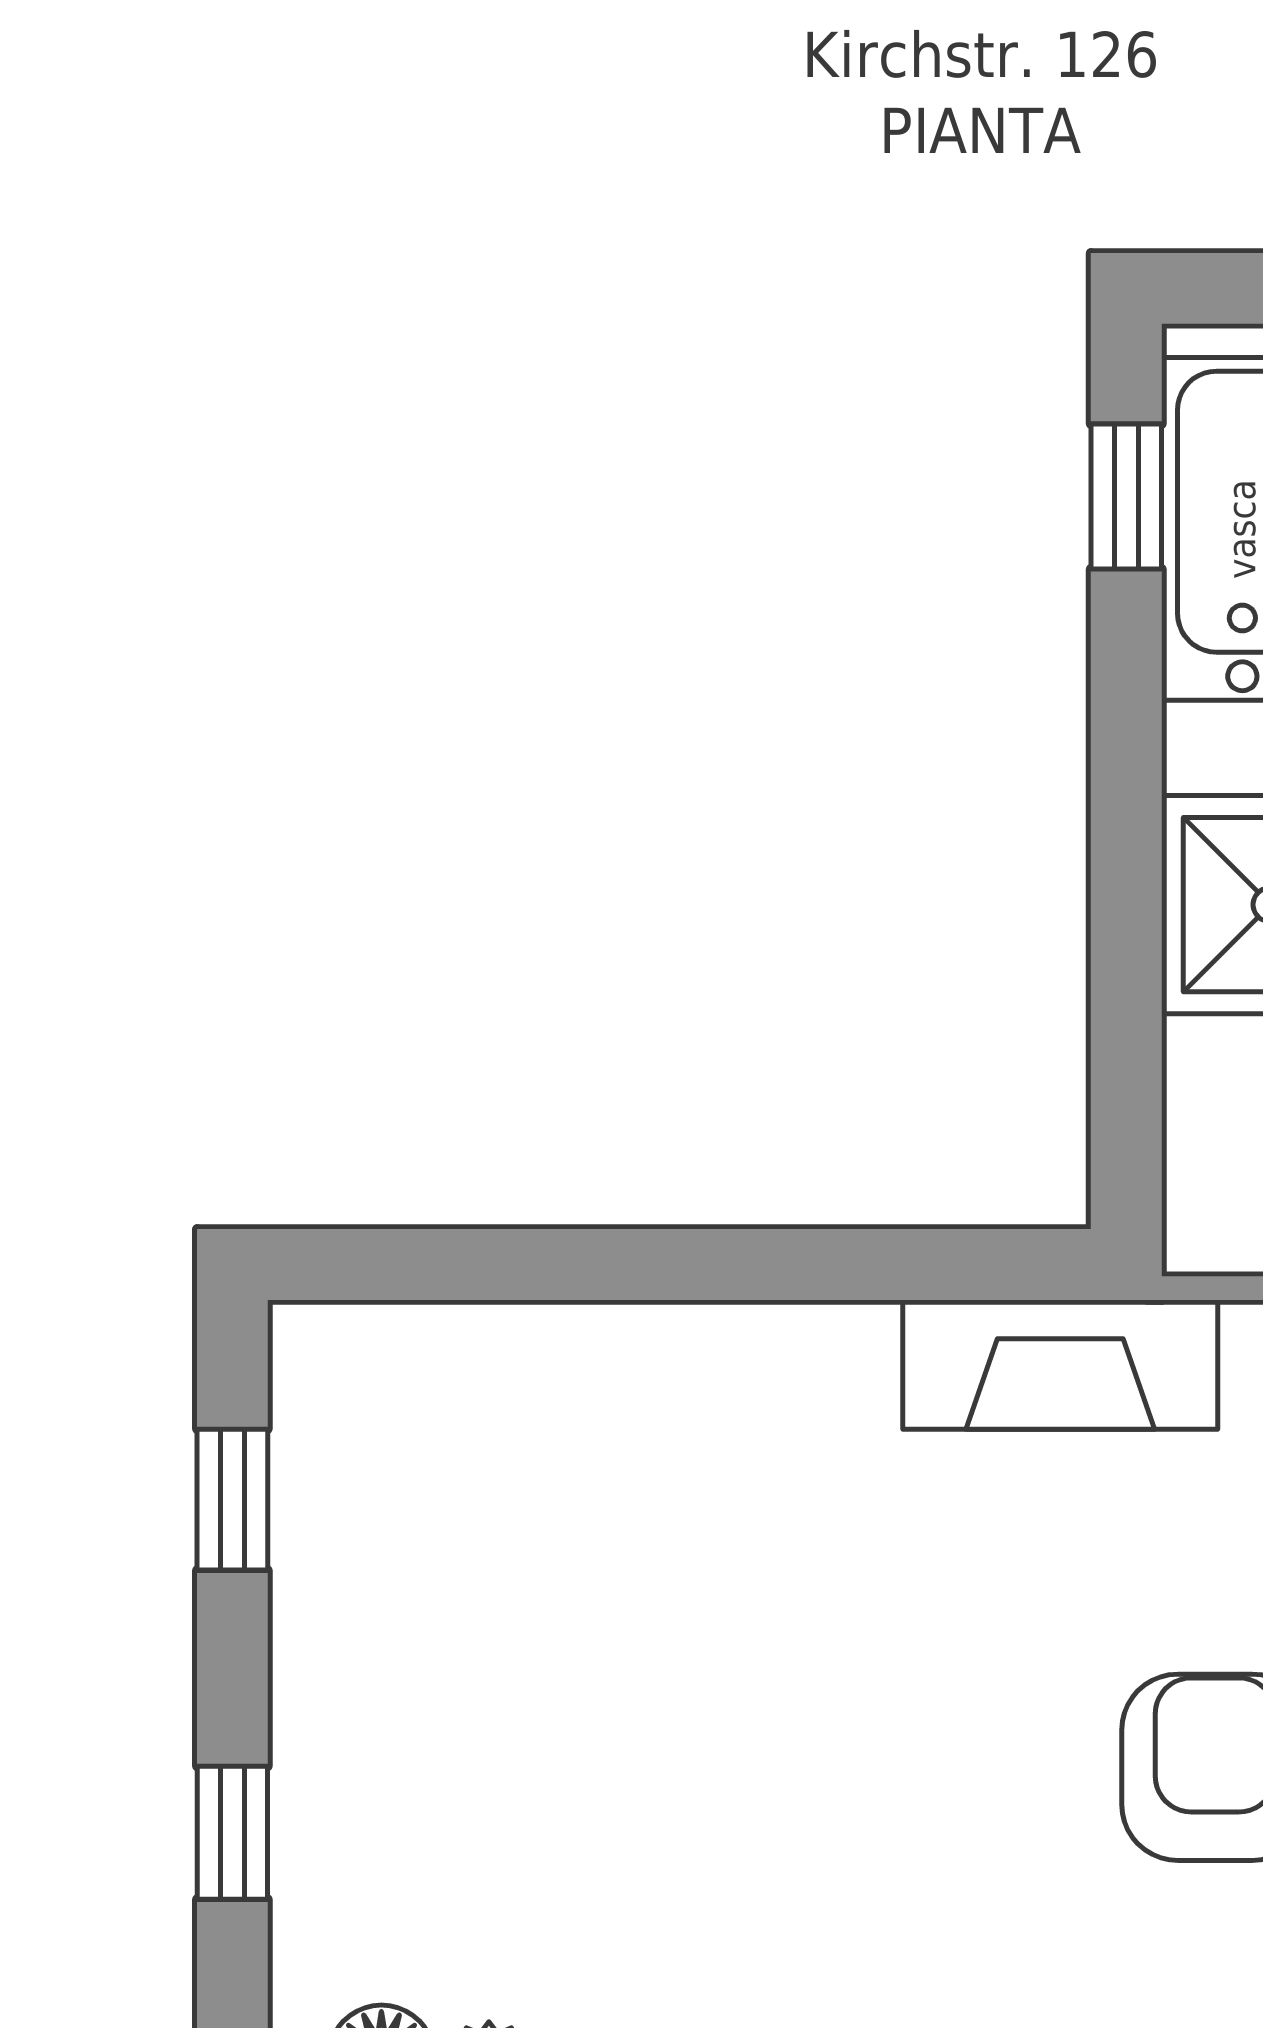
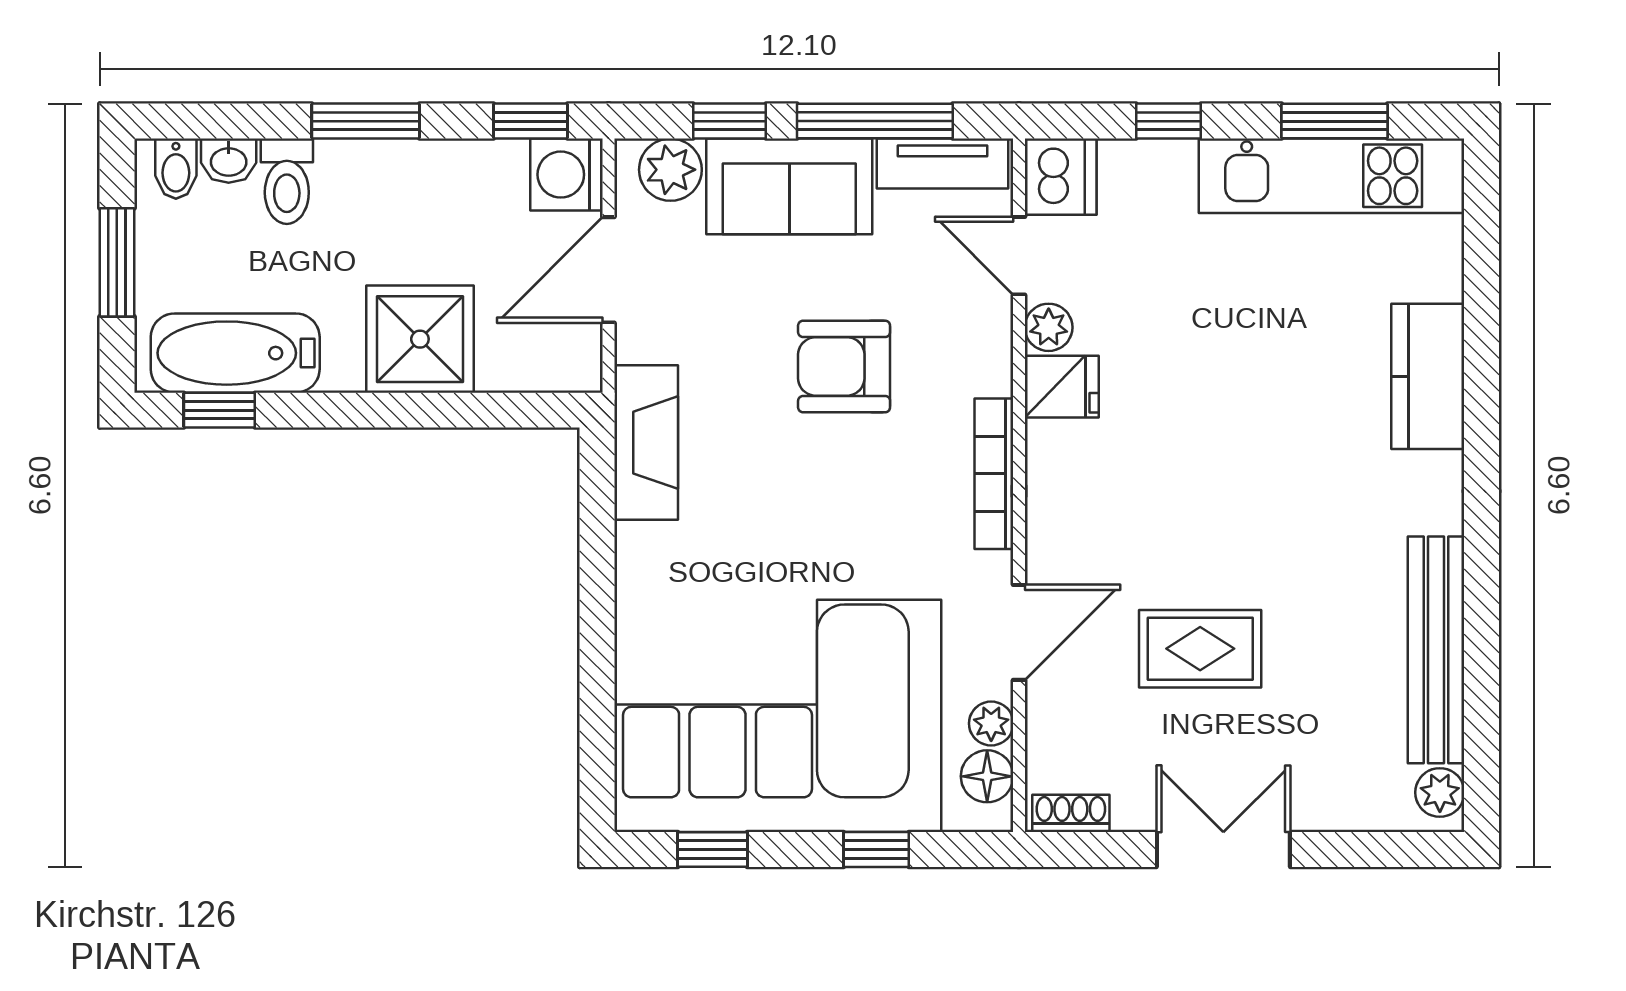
corner sofa: (504, 1633) -> (778, 716), added

